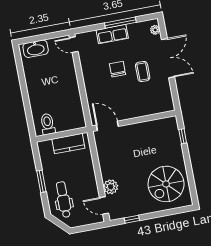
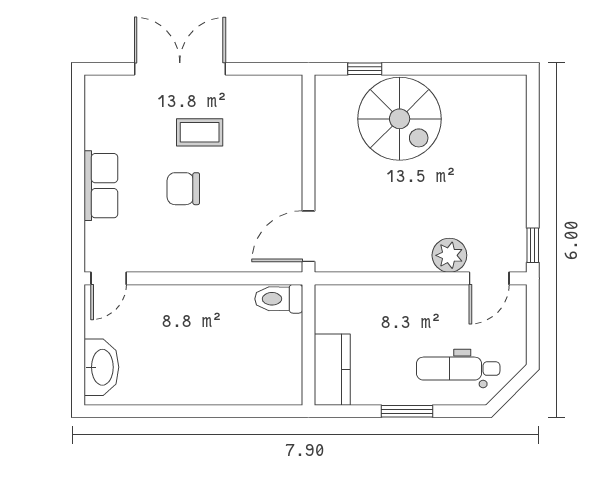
window: (120, 23) -> (78, 162), removed
plant: (155, 30) -> (110, 86), removed
toilet: (48, 124) -> (279, 299), moved
kitchen counter: (68, 144) -> (332, 370), moved
spiral stairs: (166, 184) -> (400, 119), moved
window: (132, 219) -> (533, 245), moved

